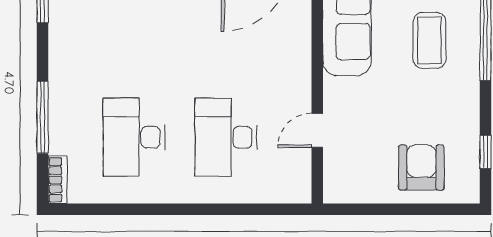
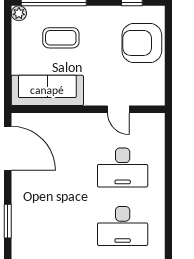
armchair: (421, 168) -> (142, 43), width x1.36, depth x1.36

